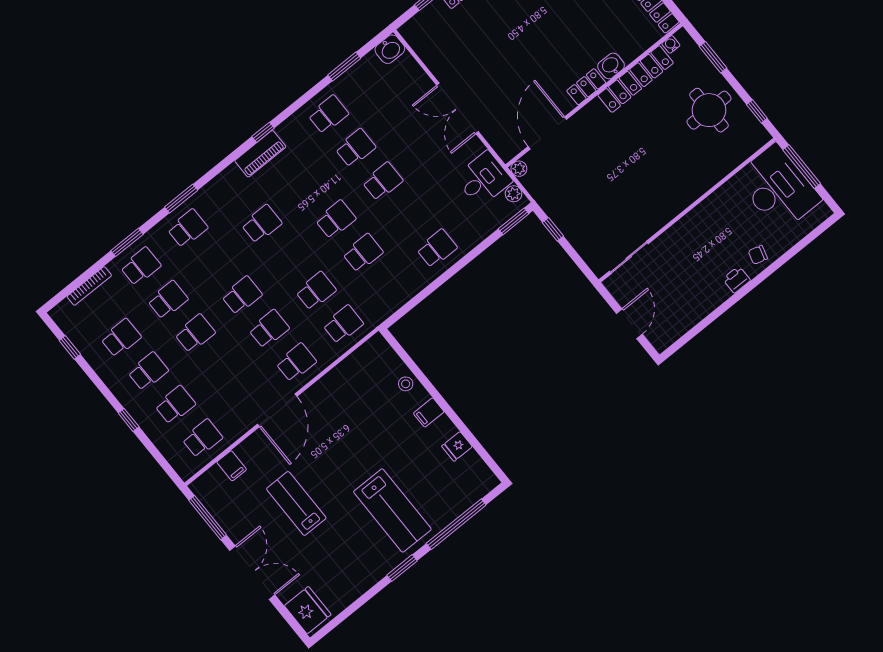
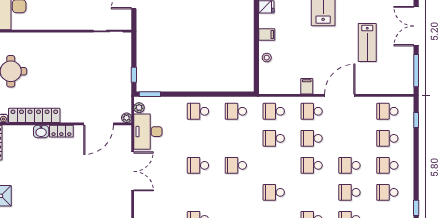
school desk: (356, 148) -> (198, 192), removed
desk: (483, 179) -> (148, 132), width x1.37
school desk: (363, 253) -> (236, 111), moved
window: (129, 420) -> (416, 120), moved
filing cabinet: (232, 466) -> (307, 86), moved

